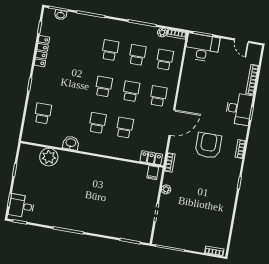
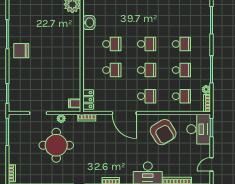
armchair: (208, 145) -> (163, 132), moved, turned 59
round table: (193, 199) -> (56, 145), added
chair: (88, 219) -> (21, 51), added

